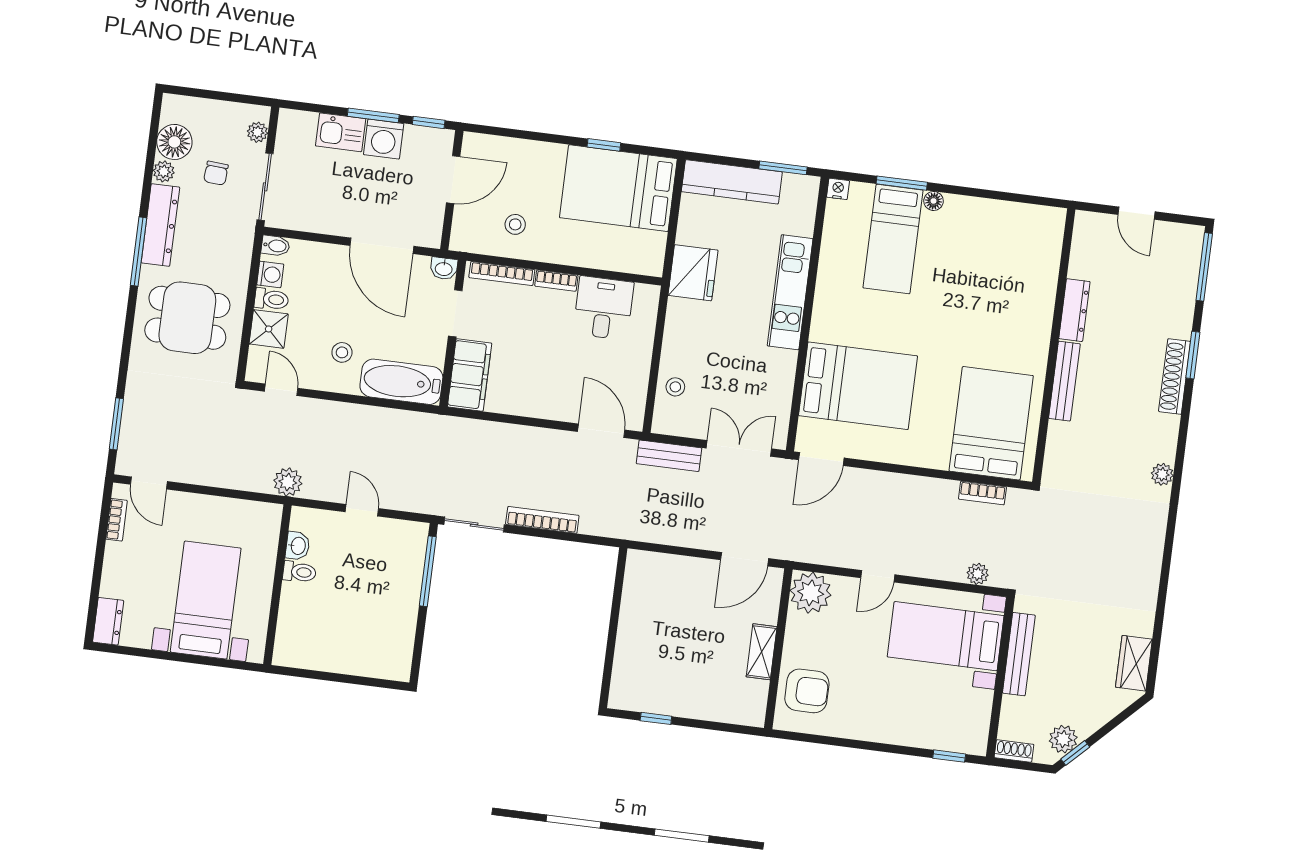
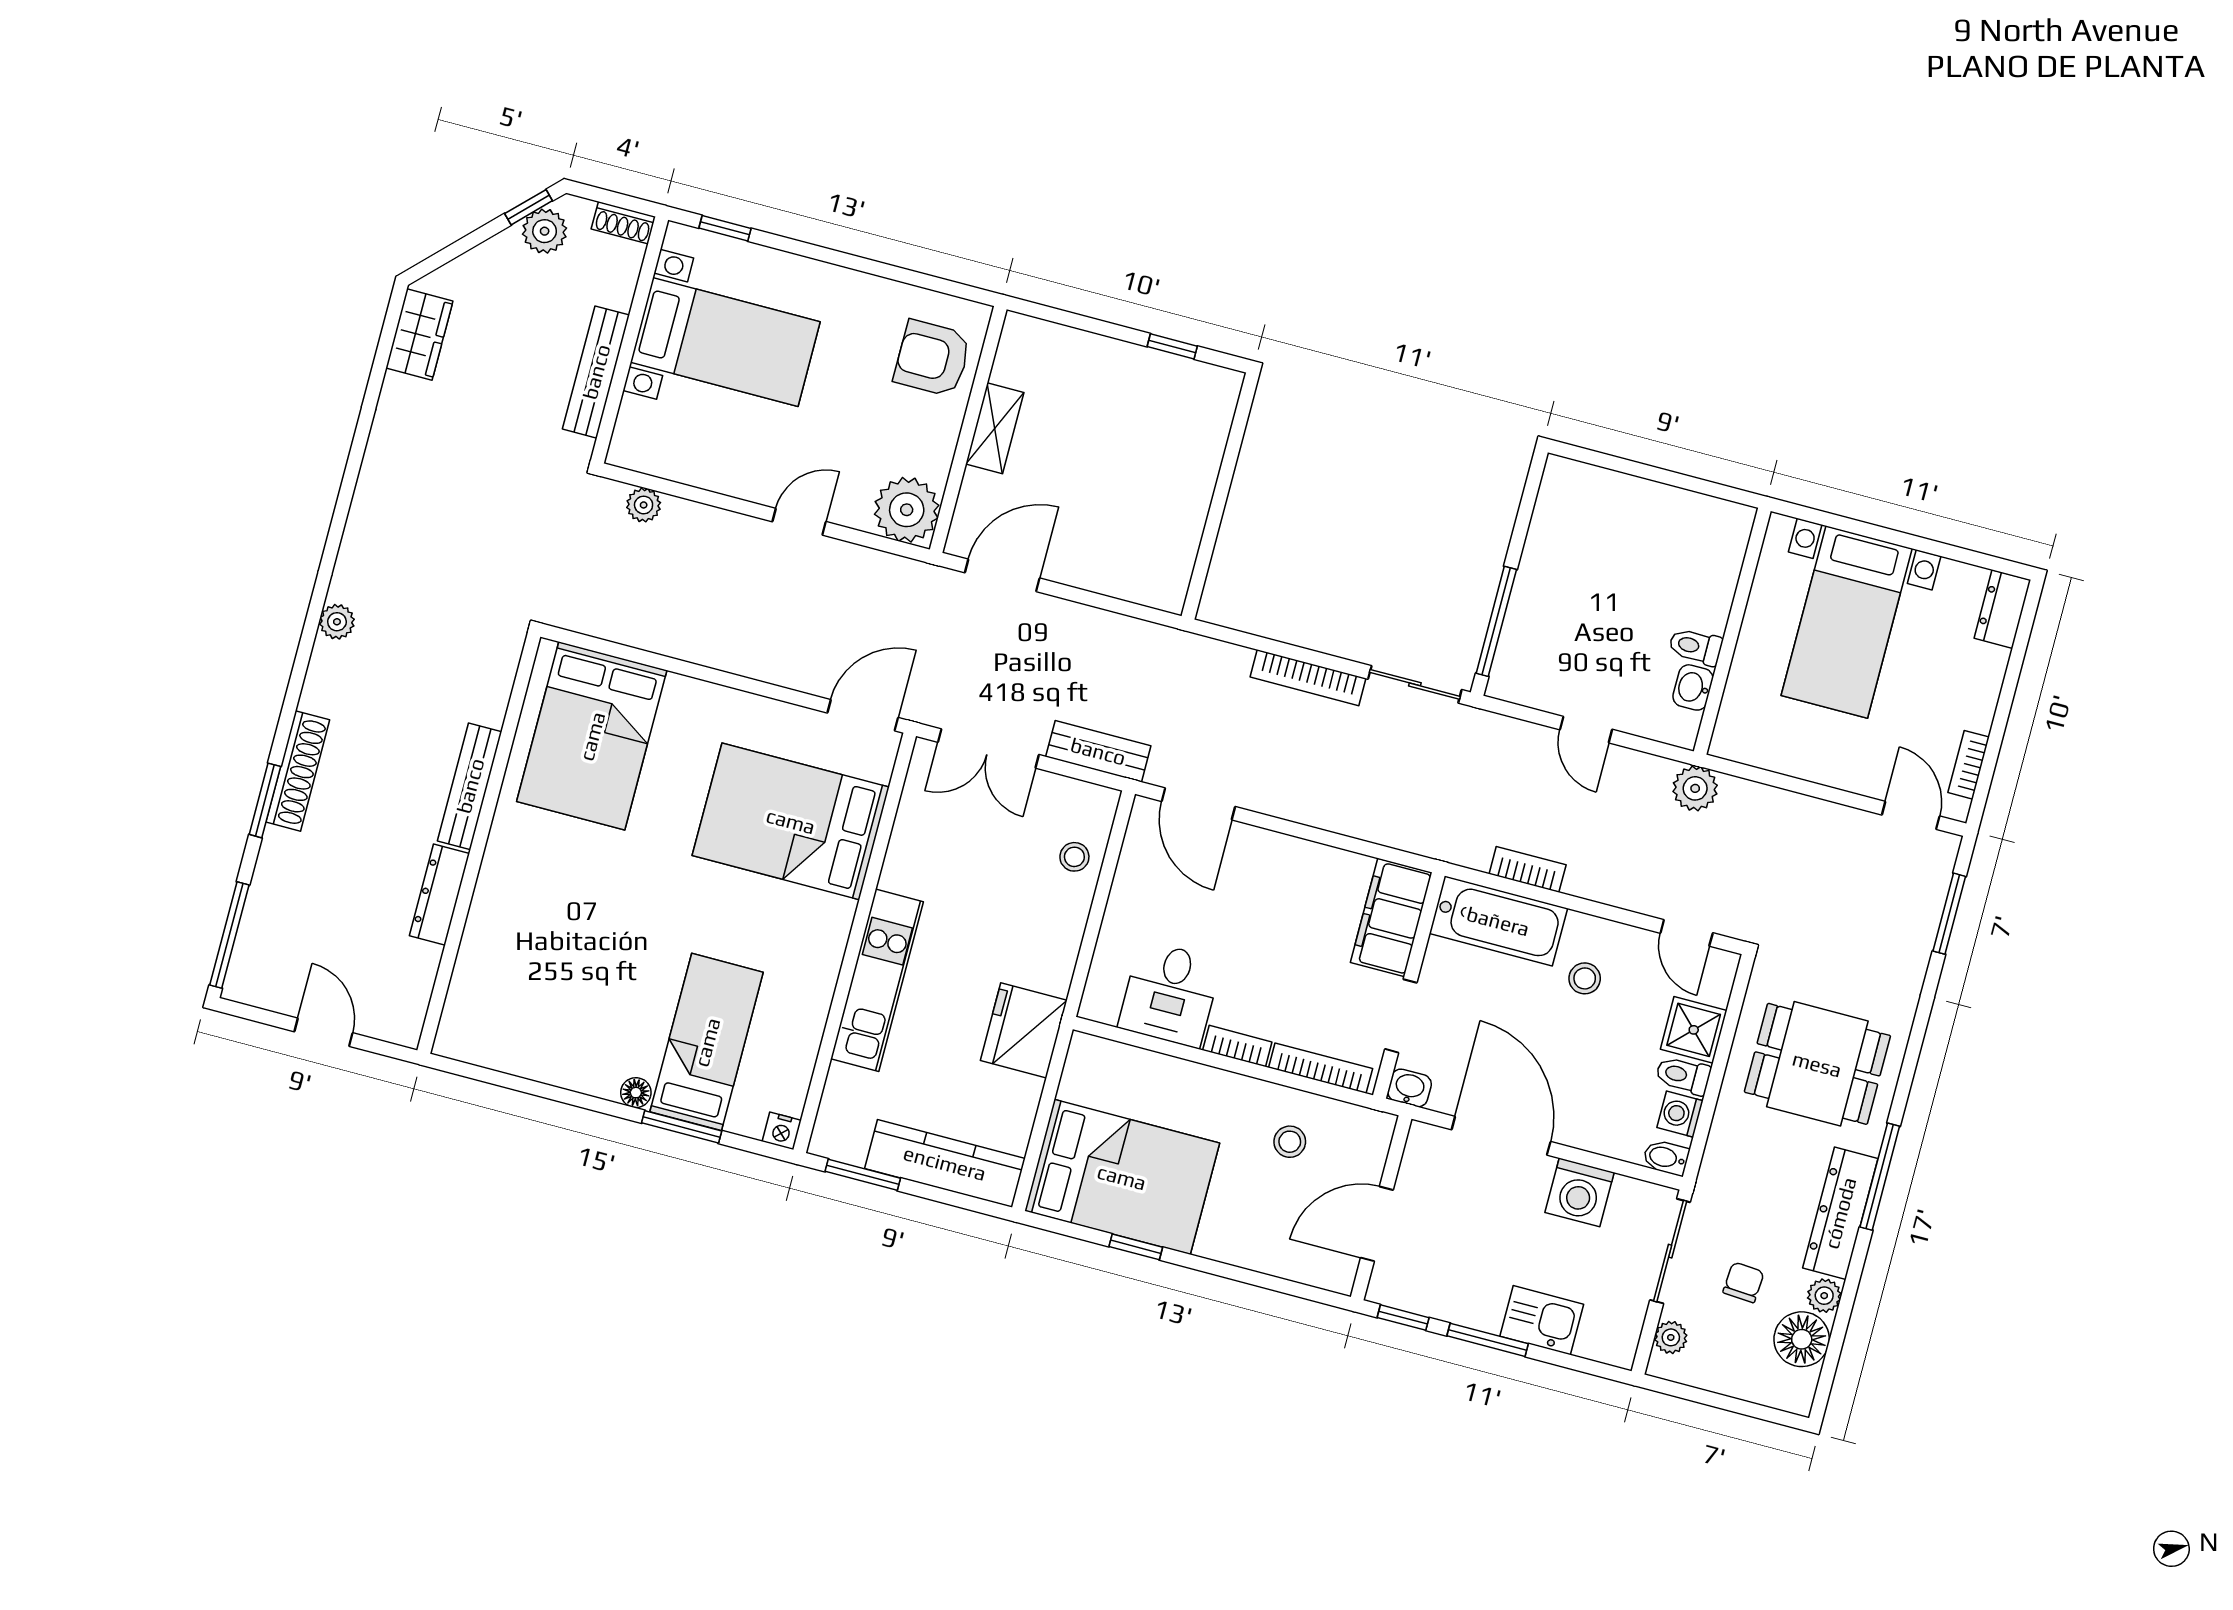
washing machine: (384, 139) -> (1580, 1192), moved, turned 180
bookcase: (982, 493) -> (1528, 869), moved
bed with nightstands: (946, 636) -> (725, 342), moved

